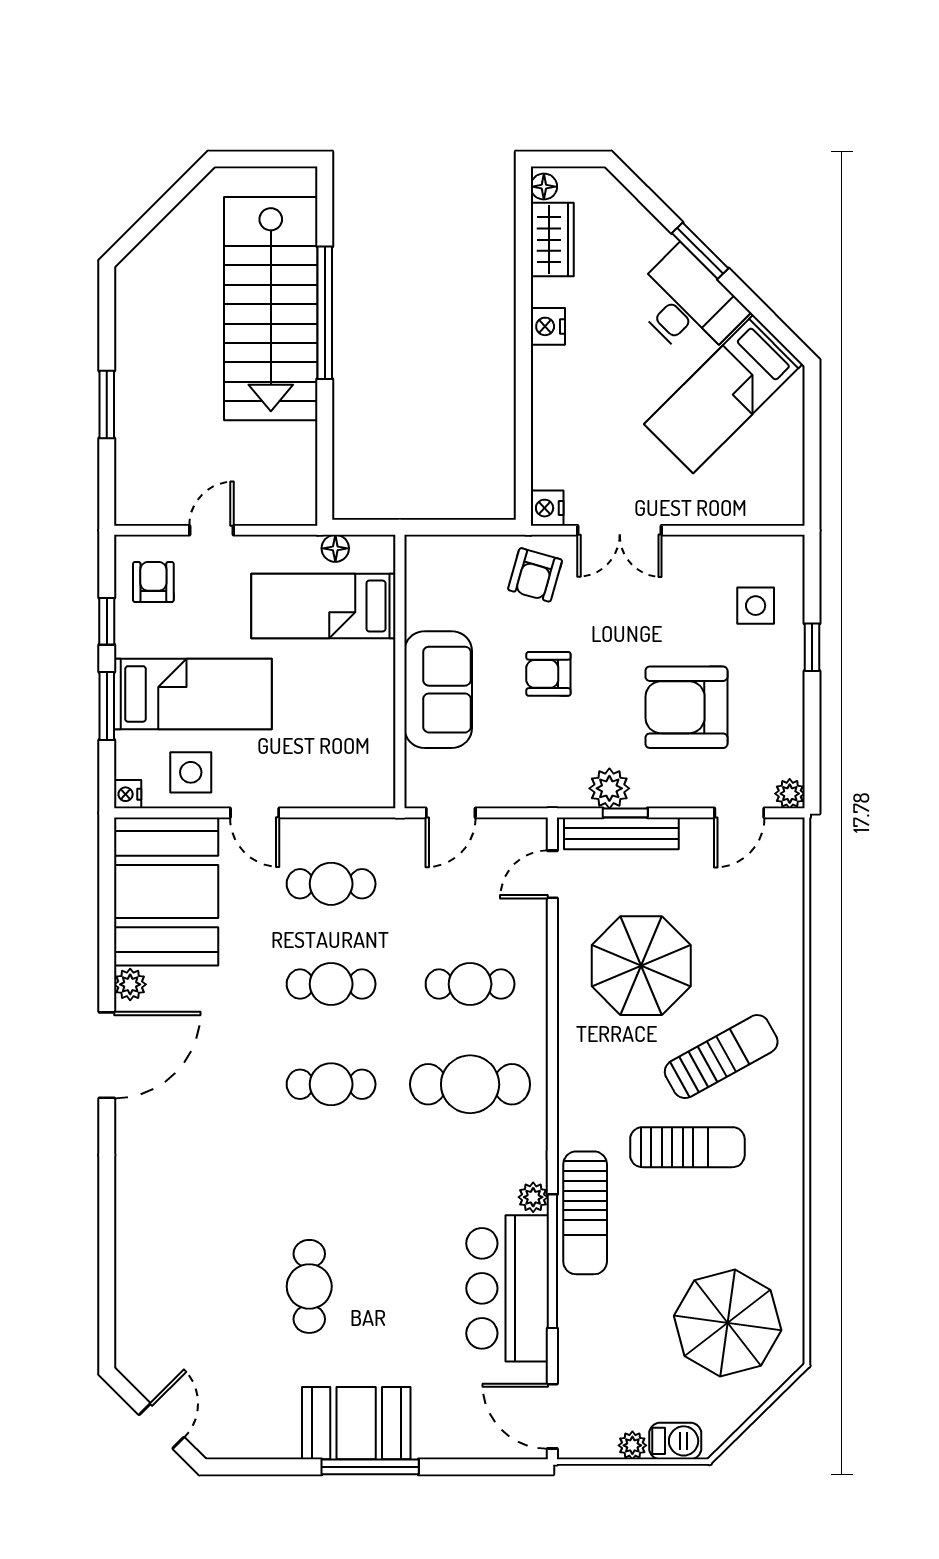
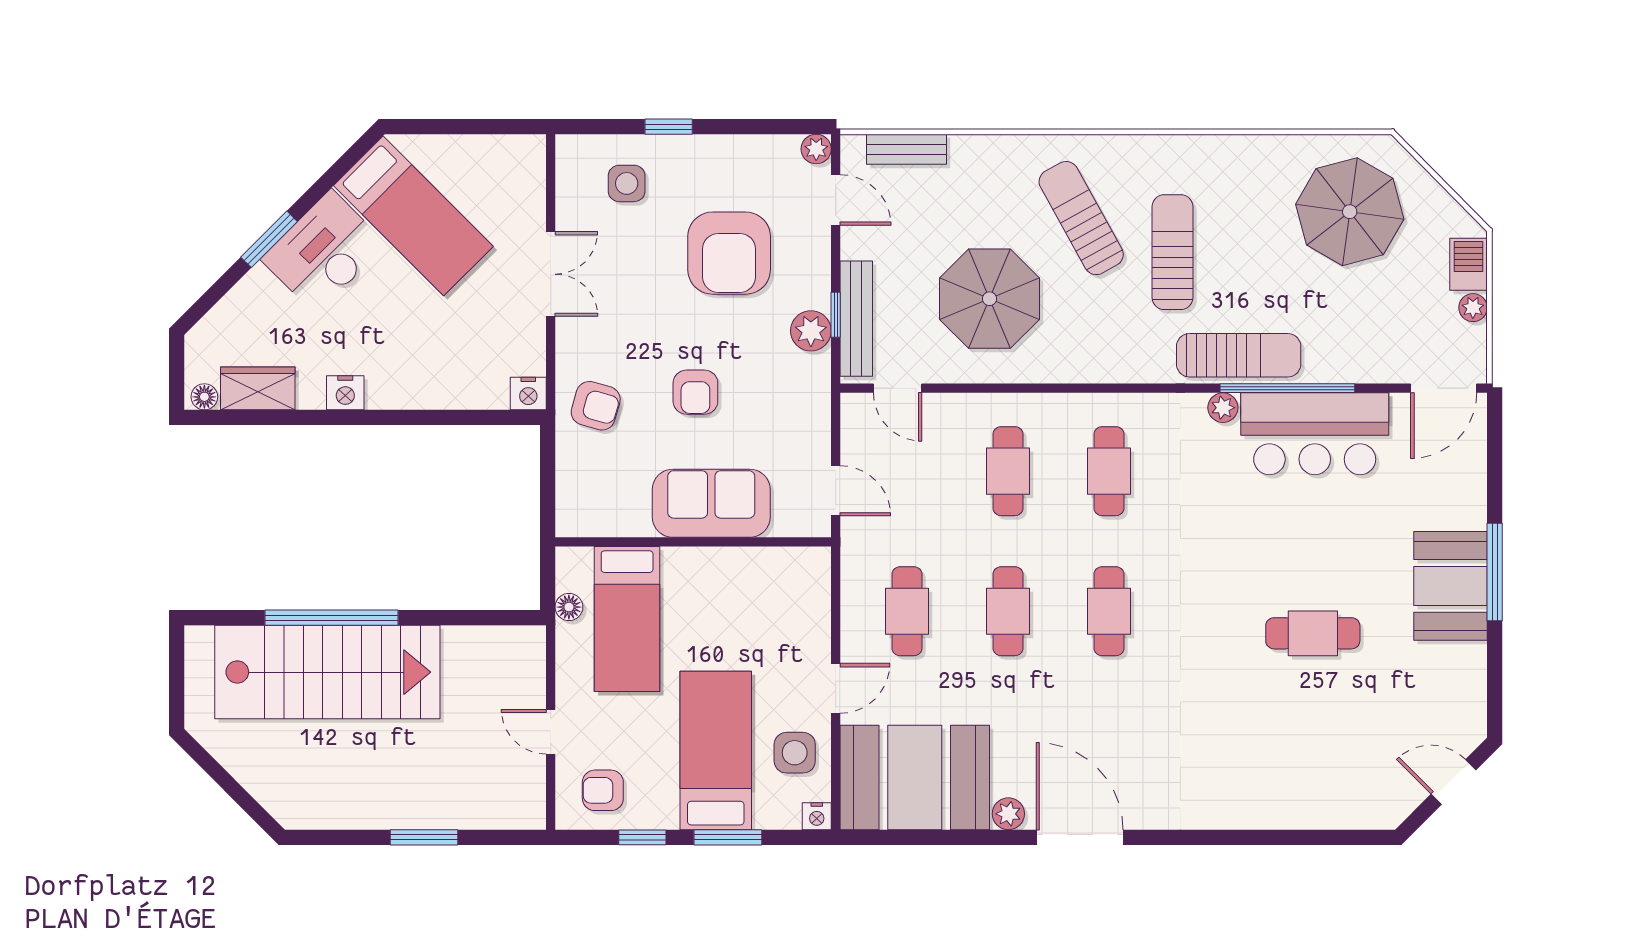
double door: (620, 530) -> (551, 274), moved
bench: (789, 883) -> (907, 149), added
cafe table: (470, 1084) -> (1109, 471), width x0.73, depth x0.74

